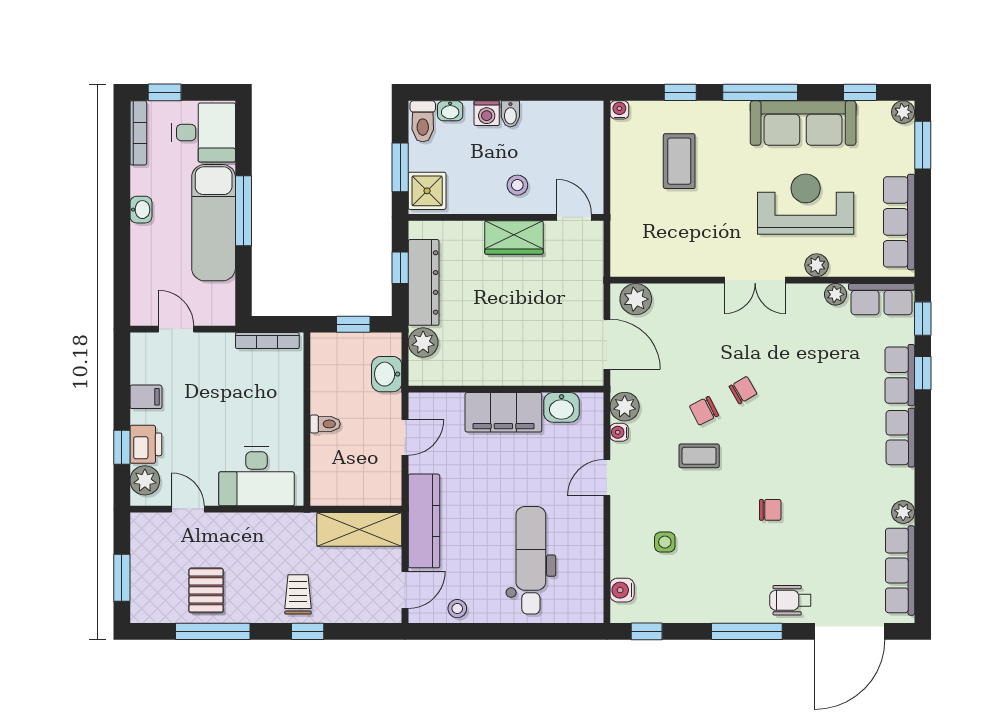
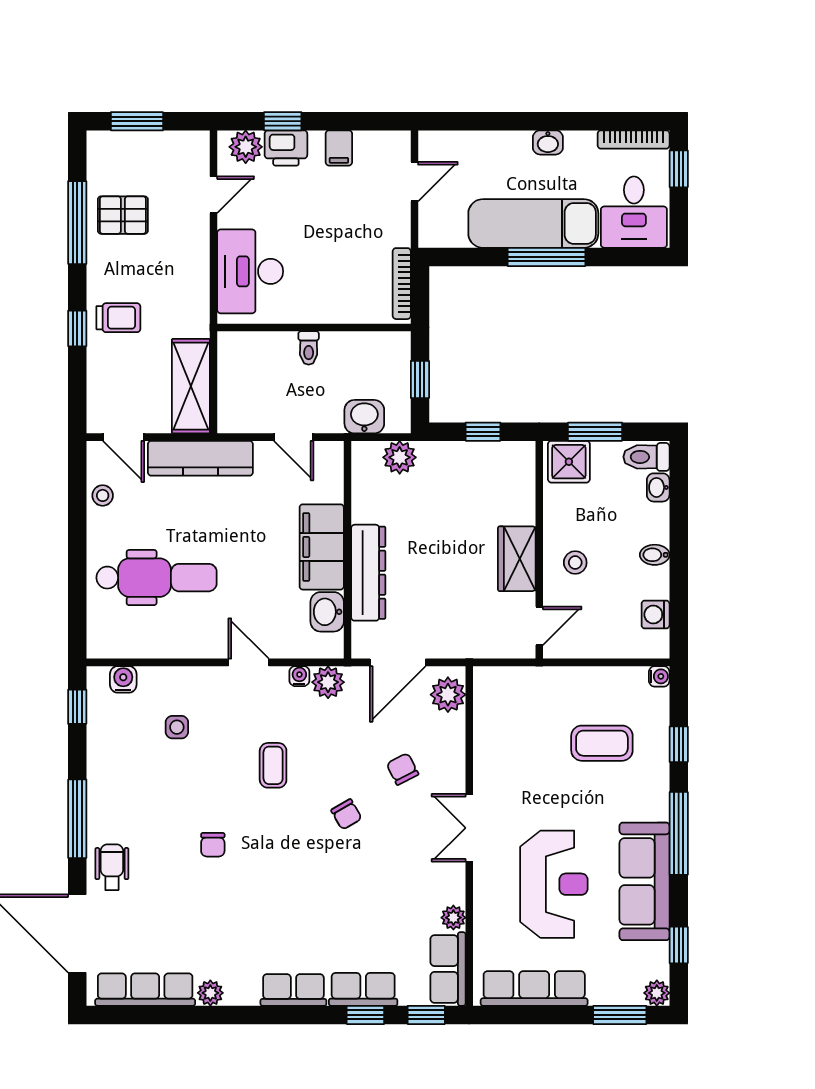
washing machine: (487, 113) -> (656, 615), moved
plant: (817, 265) -> (486, 896), removed
dresser: (424, 282) -> (368, 573), moved, turned -90
chair: (704, 411) -> (402, 769), moved

